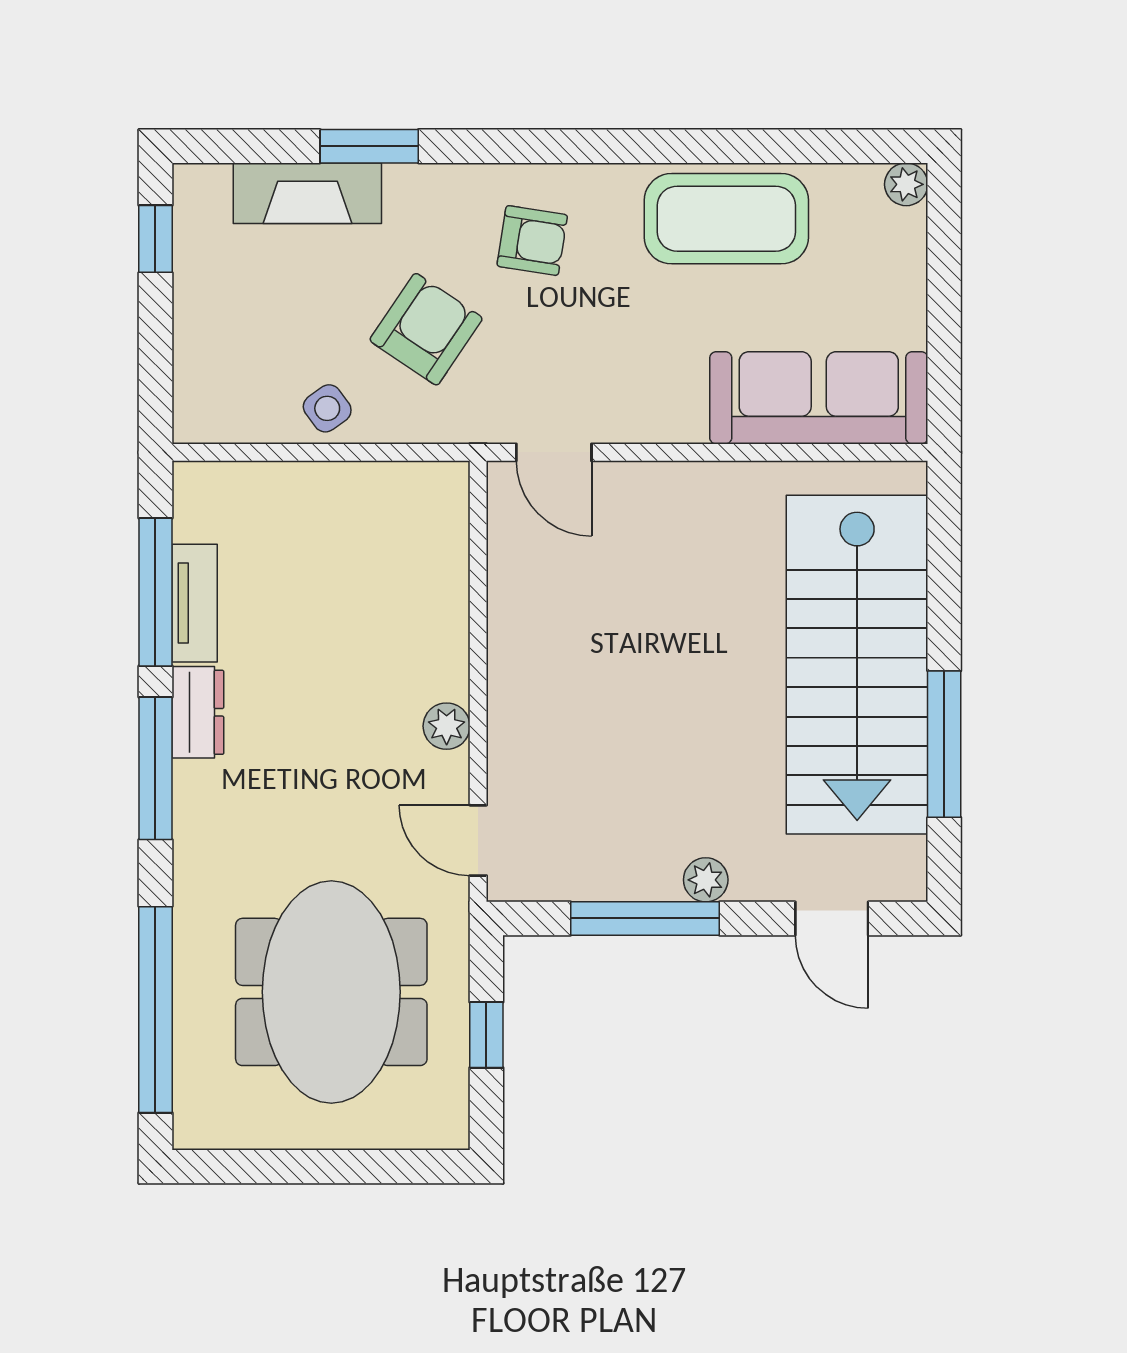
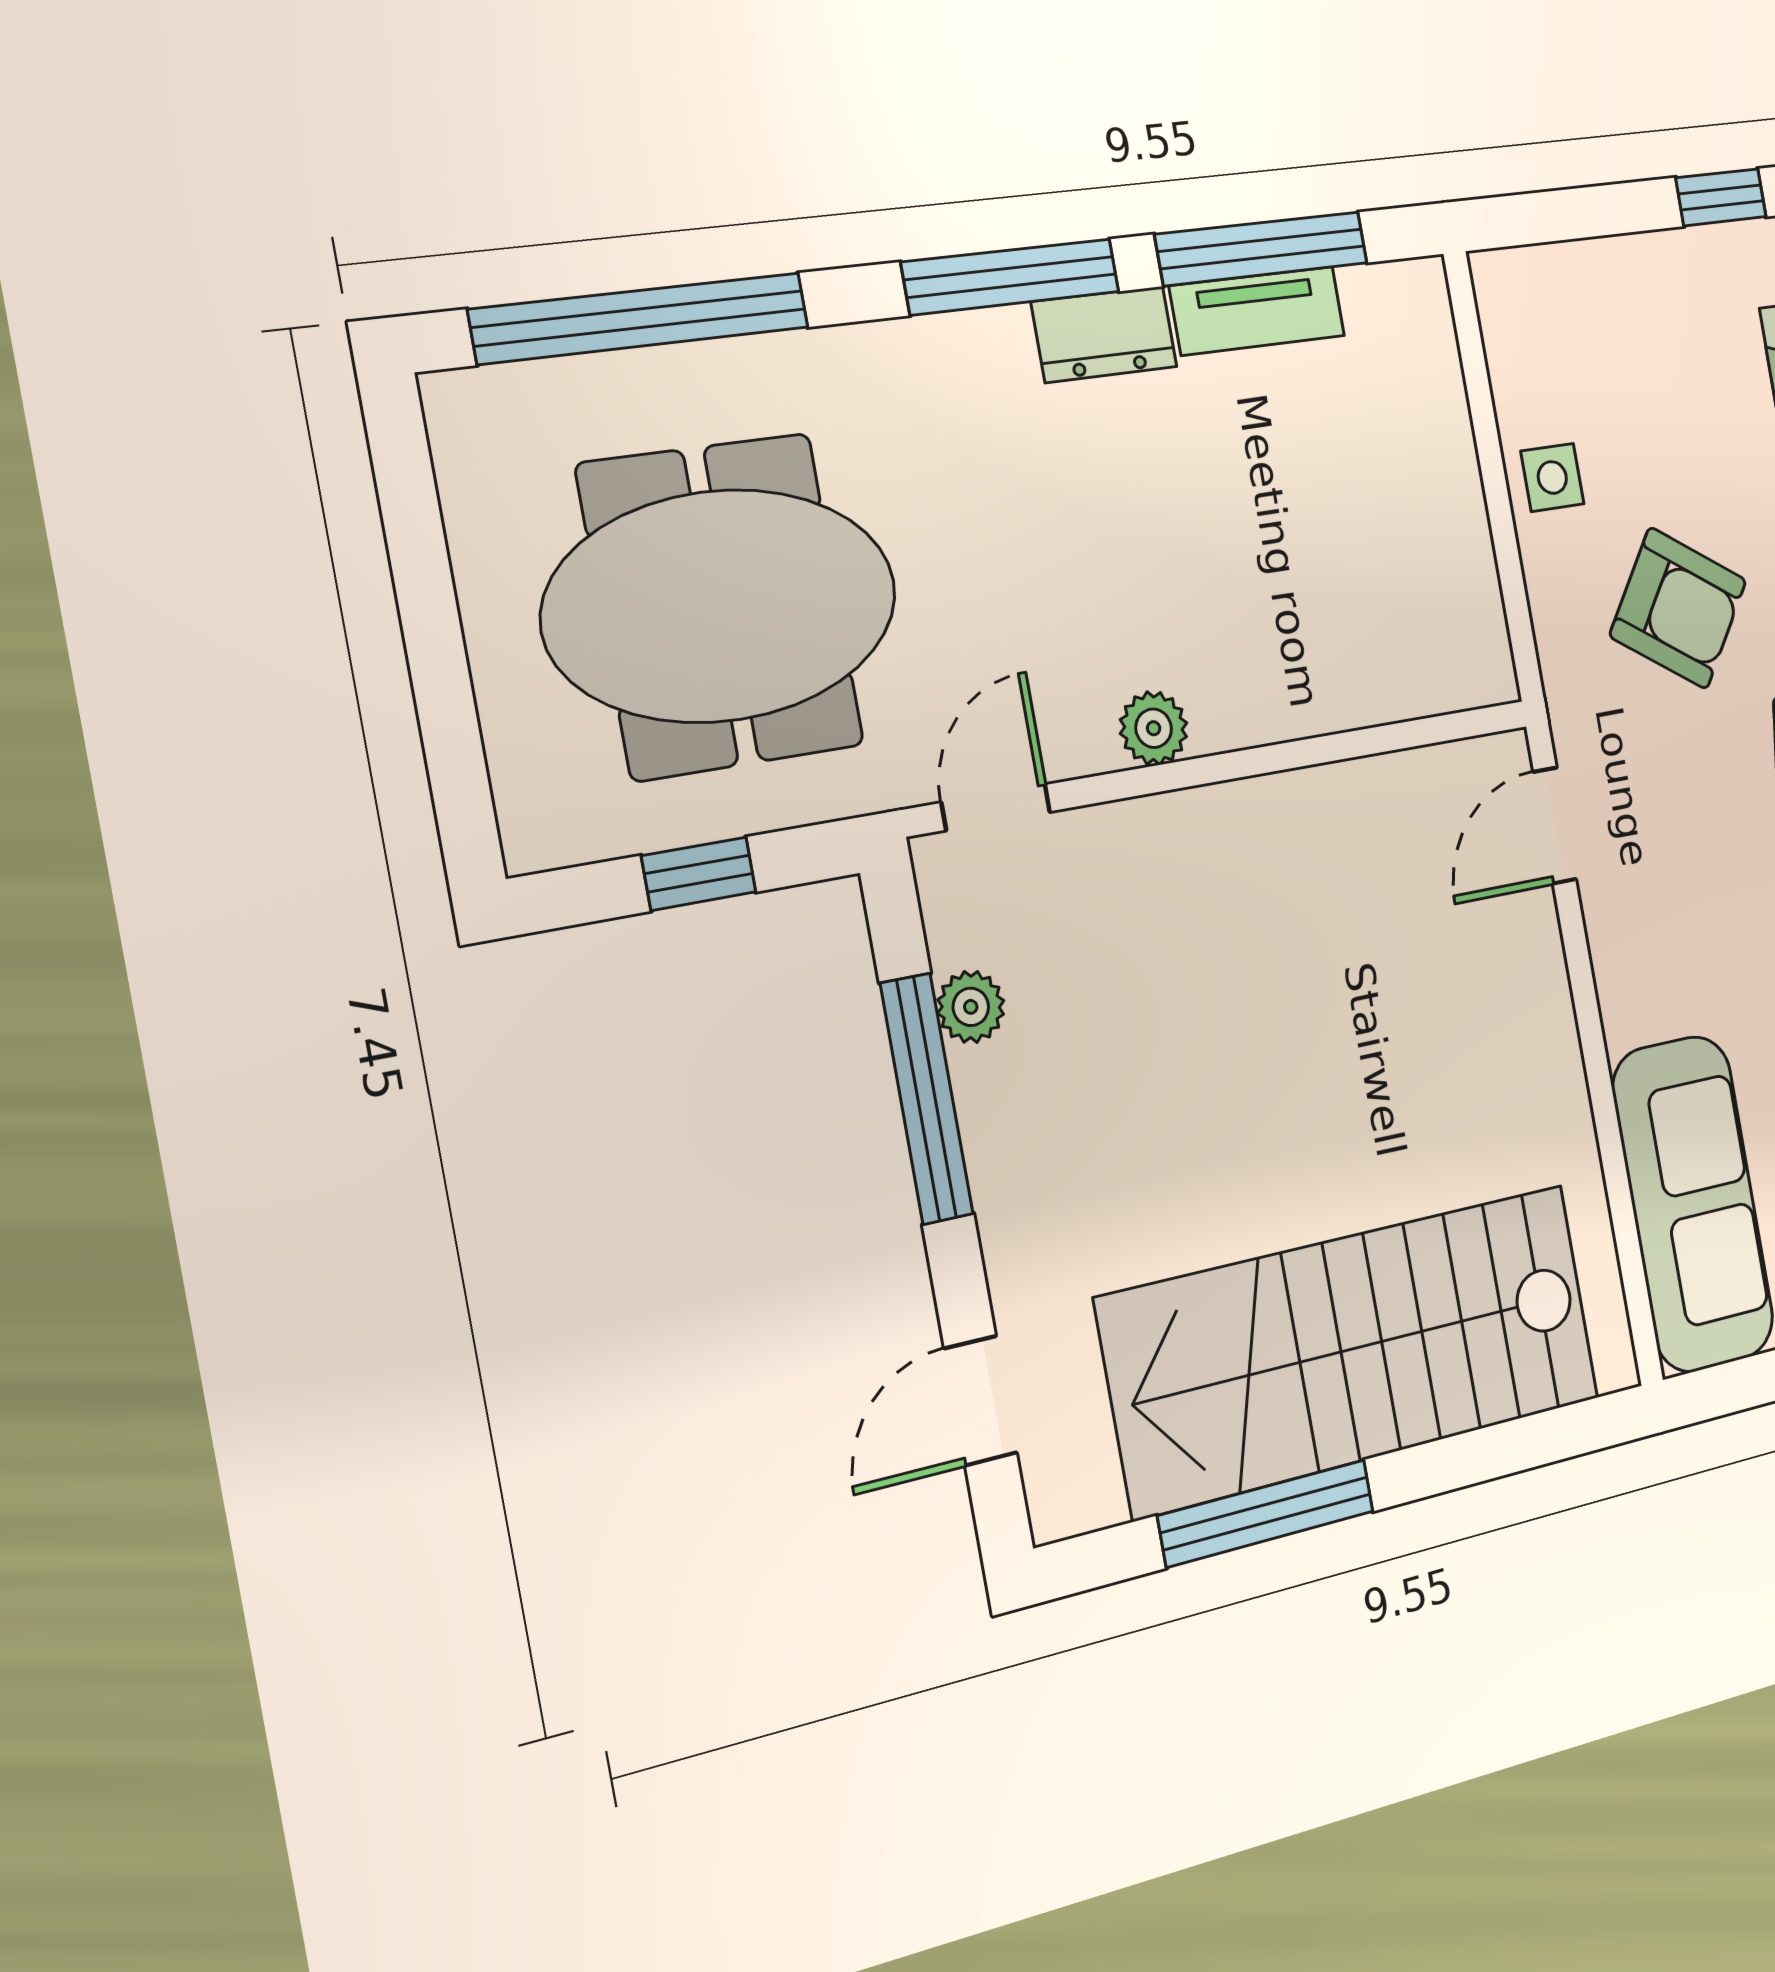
side table: (327, 408) -> (1552, 477), turned 36
plant: (706, 880) -> (971, 1007), moved

